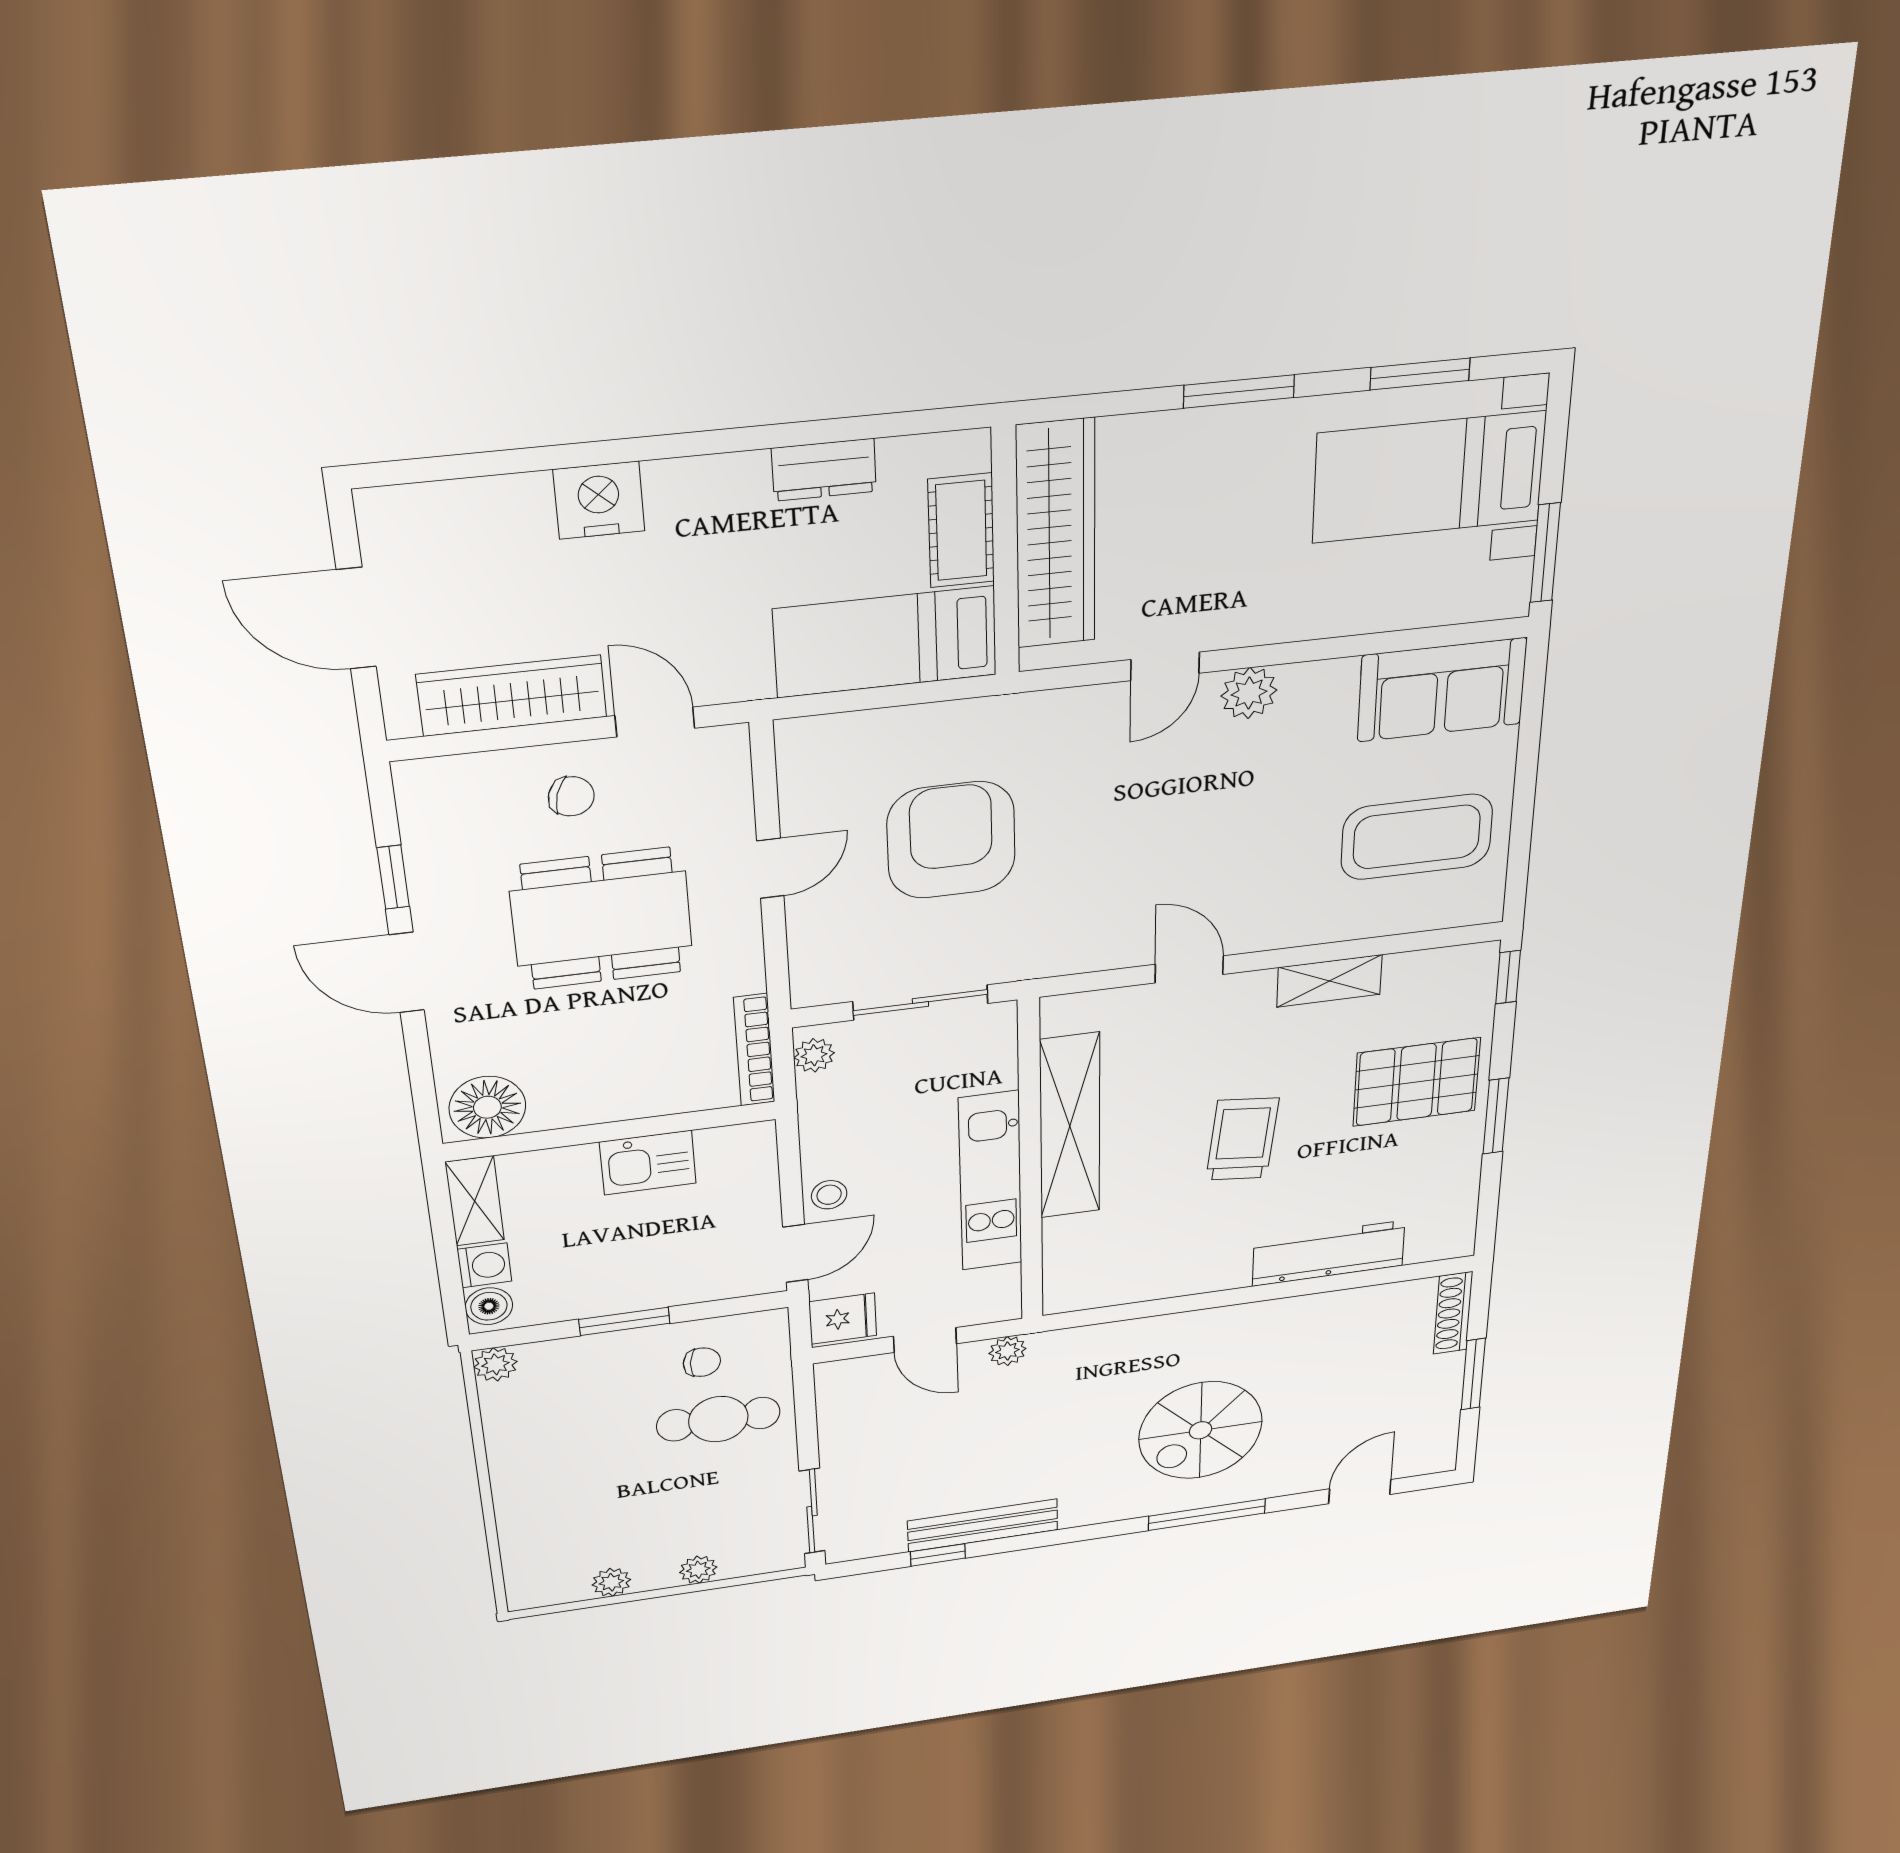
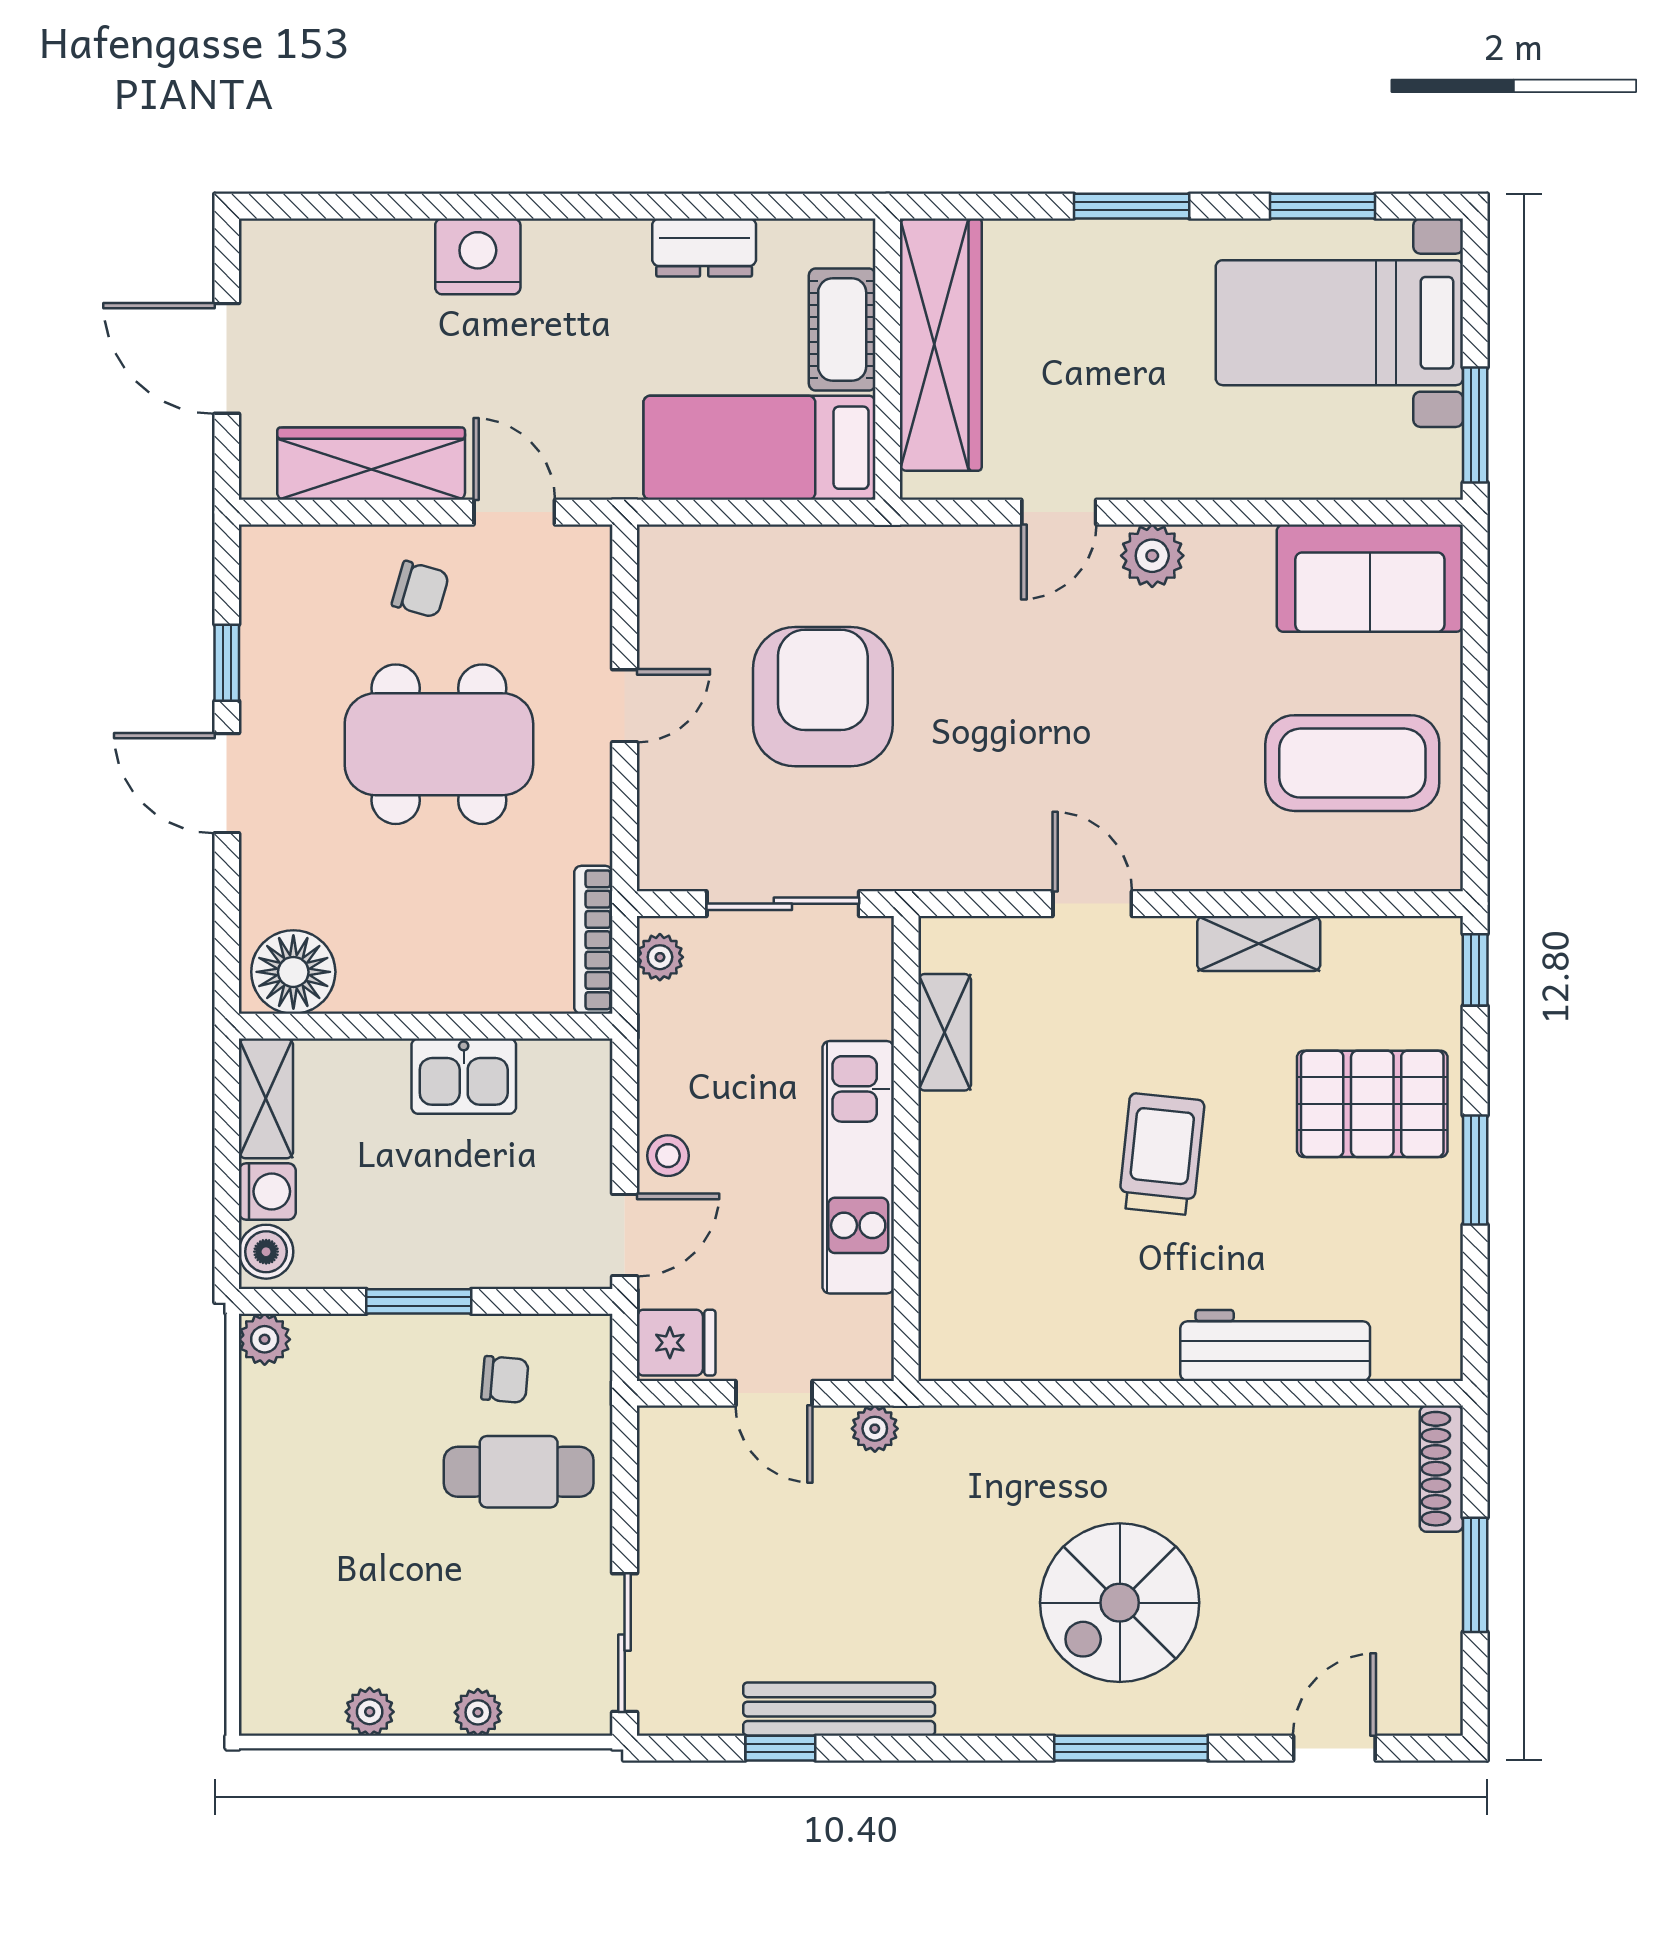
shelving: (1070, 1126) -> (945, 1032), width x0.45, depth x0.75

